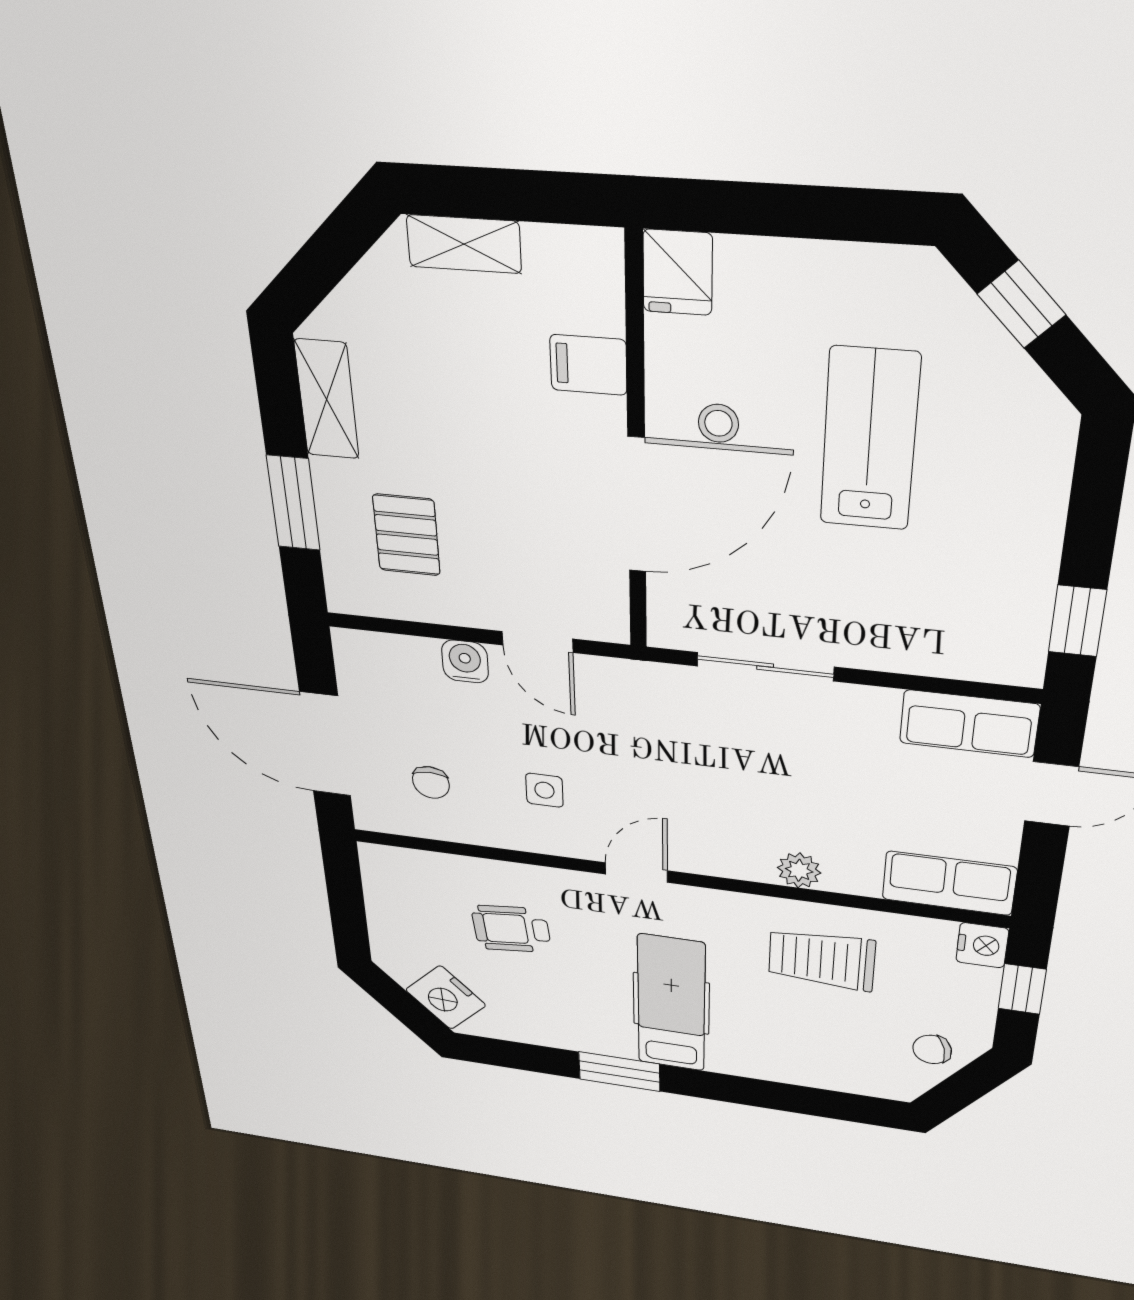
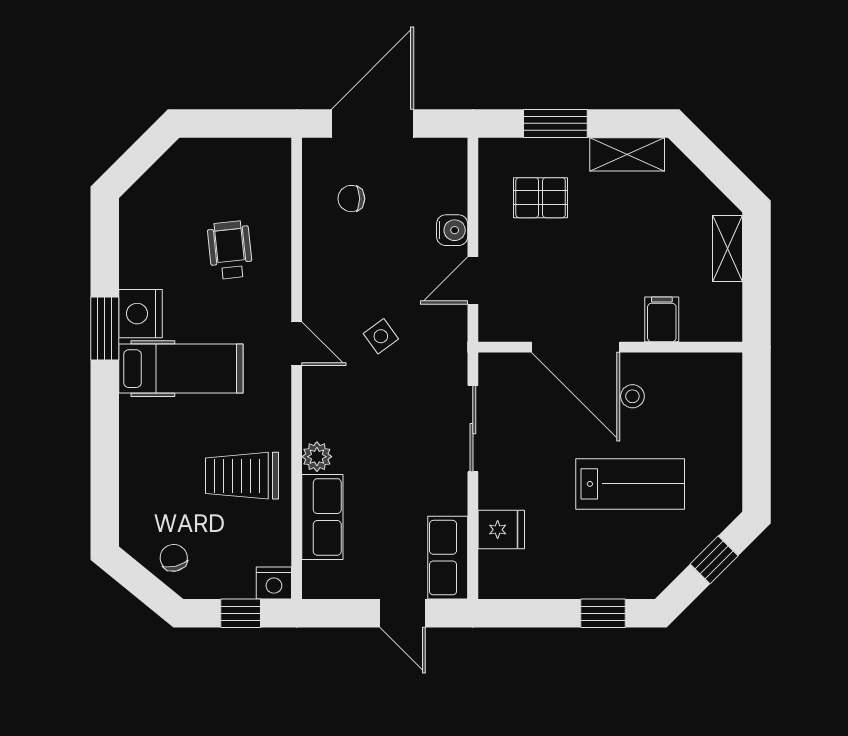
fridge: (678, 272) -> (501, 530), moved, turned 180
window: (1077, 621) -> (603, 613), moved
side table: (544, 790) -> (381, 336), moved, turned -36
row of seats: (949, 883) -> (322, 517), moved
trolley: (822, 959) -> (242, 476), turned -90
nightstand: (446, 998) -> (141, 314), moved, turned -45

